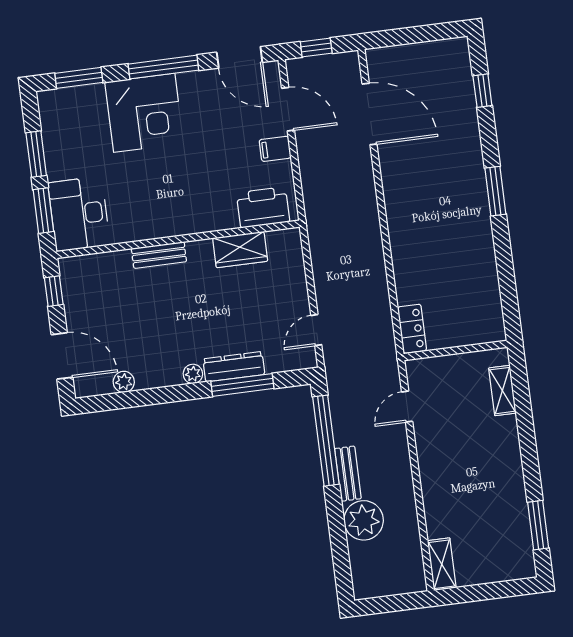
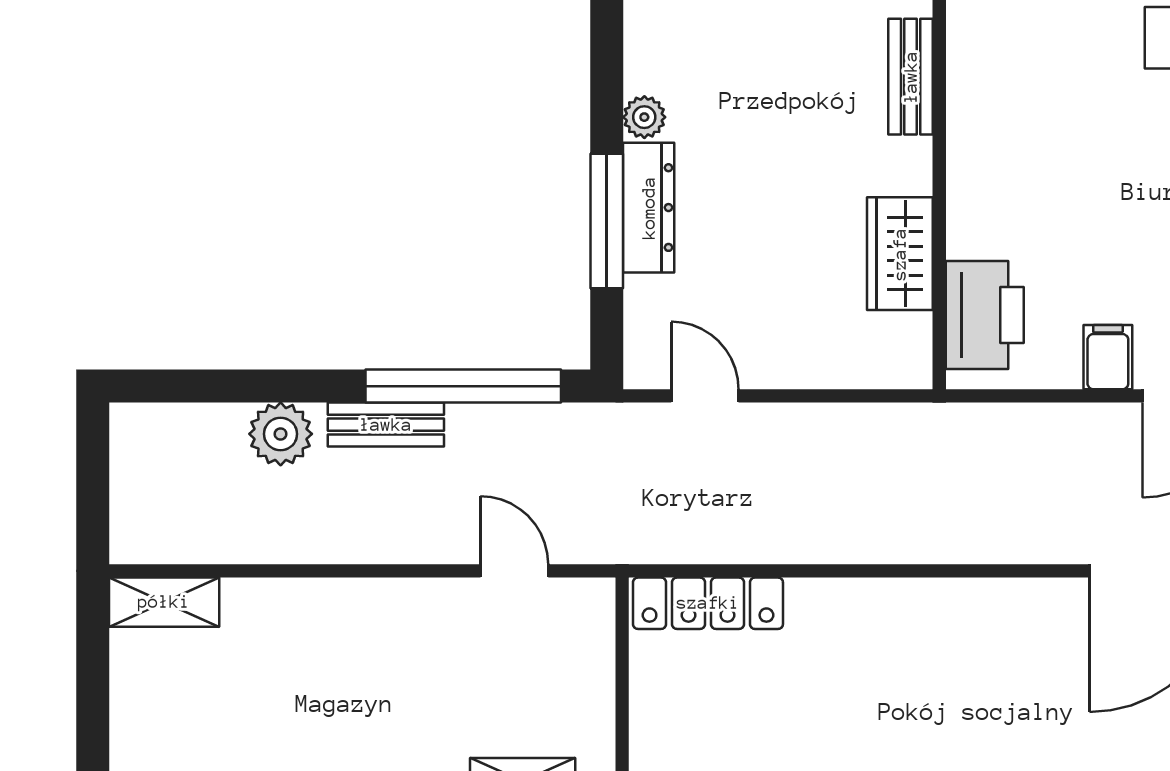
locker: (412, 329) -> (708, 603), width x1.53
plant: (364, 520) -> (281, 434), width x0.73, depth x0.73

